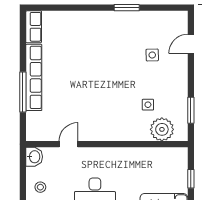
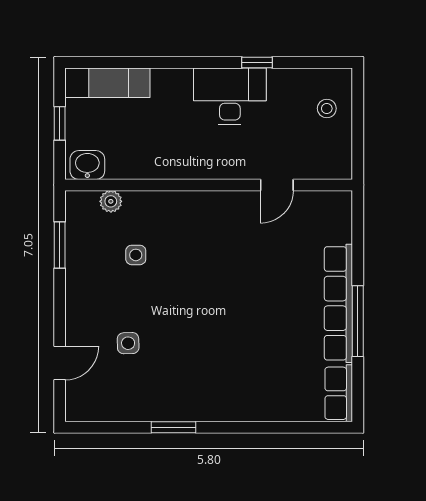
window: (23, 92) -> (358, 321), moved
plant: (162, 129) -> (111, 201), width x0.53, depth x0.53
washbasin: (34, 157) -> (87, 165), moved, turned 90

